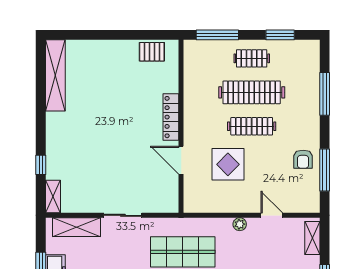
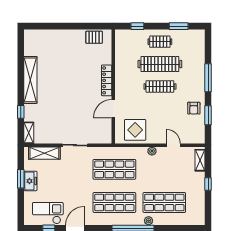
window: (217, 35) -> (137, 26), width x0.46
shelving: (55, 75) -> (30, 80), moved
window: (325, 94) -> (208, 78), moved
door: (181, 160) -> (113, 109), hinge flipped
display table: (228, 164) -> (135, 130), moved
window: (325, 170) -> (208, 115), width x0.69

